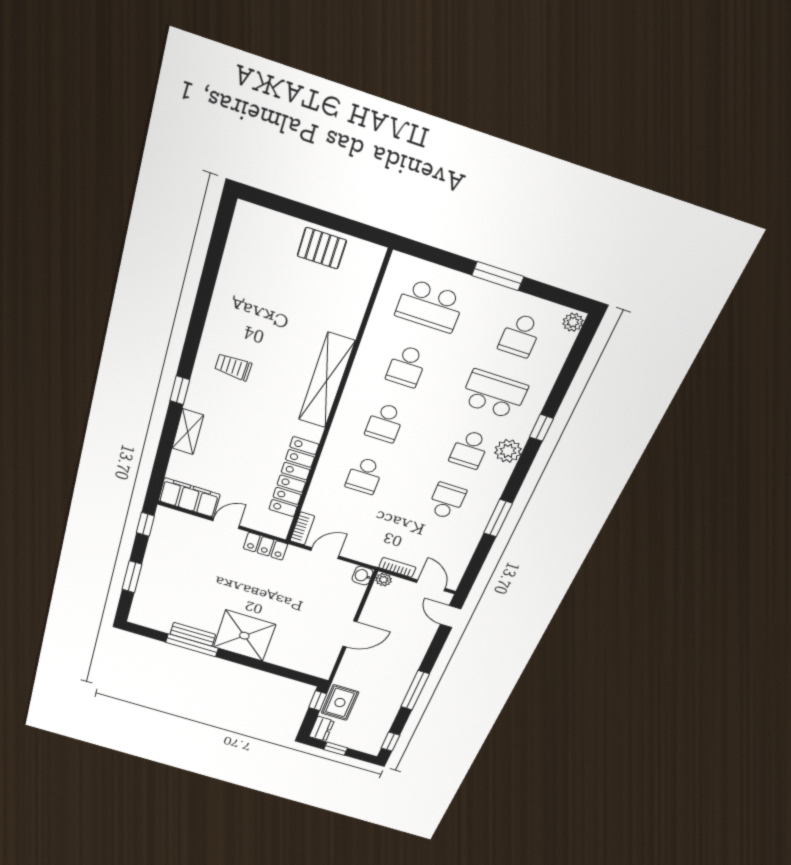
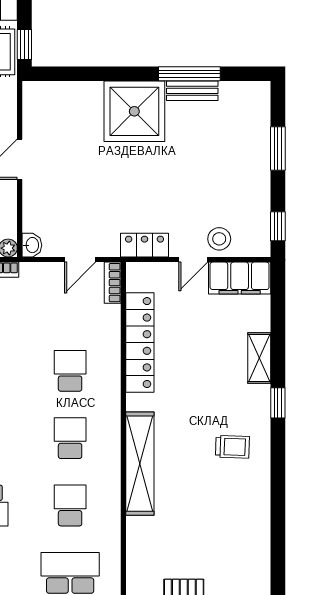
stool: (199, 531) -> (219, 239), added

